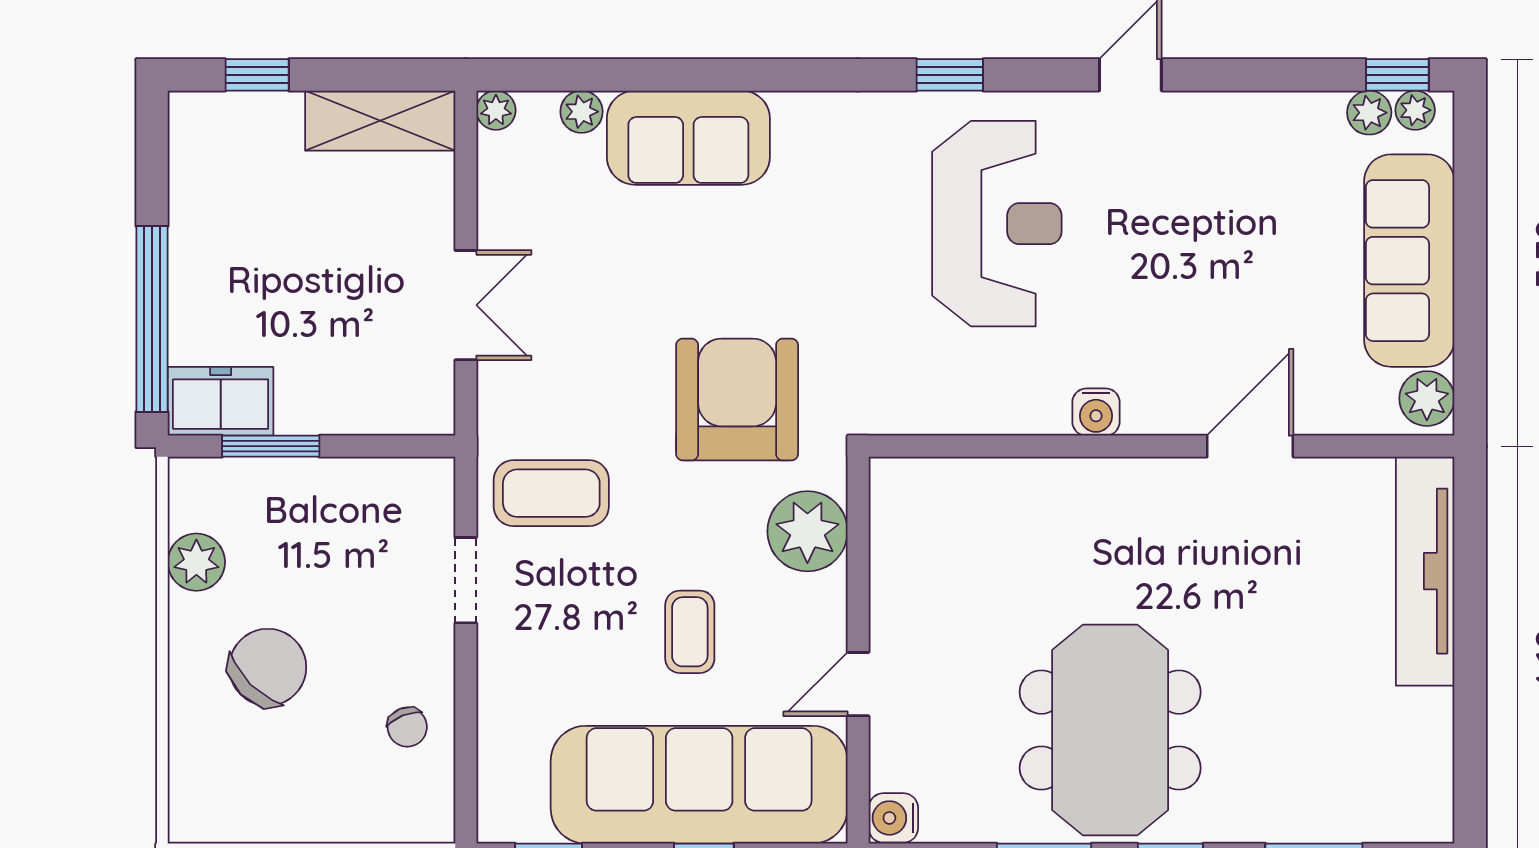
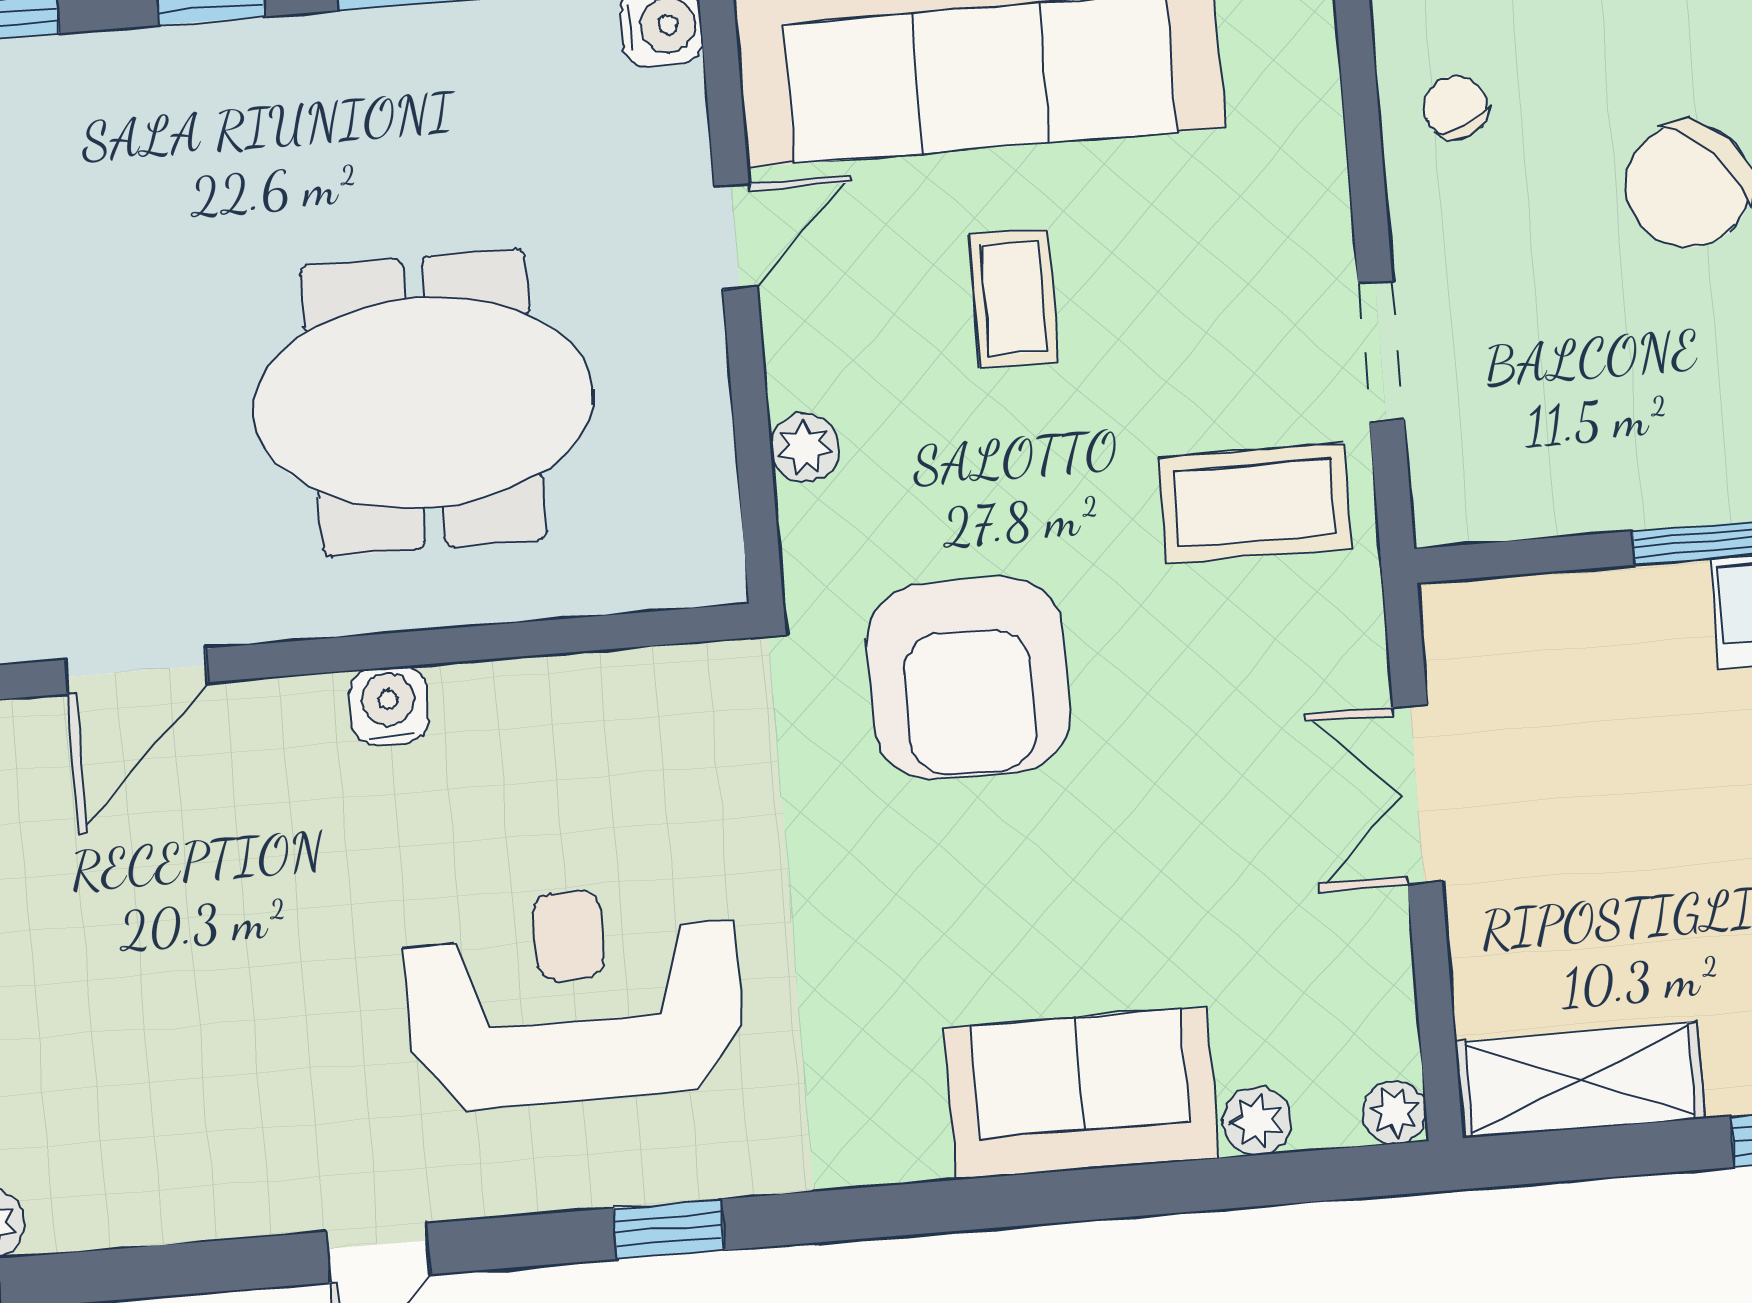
reception desk: (997, 224) -> (573, 996), turned 90
plant: (807, 531) -> (805, 448), width x0.53, depth x0.53
meeting table: (1110, 730) -> (423, 403), moved, turned 90

